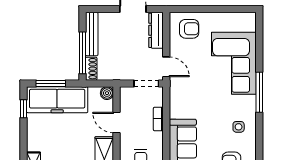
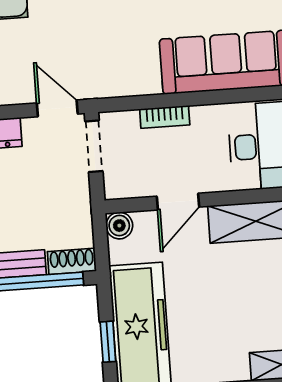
door: (166, 67) -> (57, 108), hinge flipped
window: (51, 83) -> (108, 342), width x0.67

